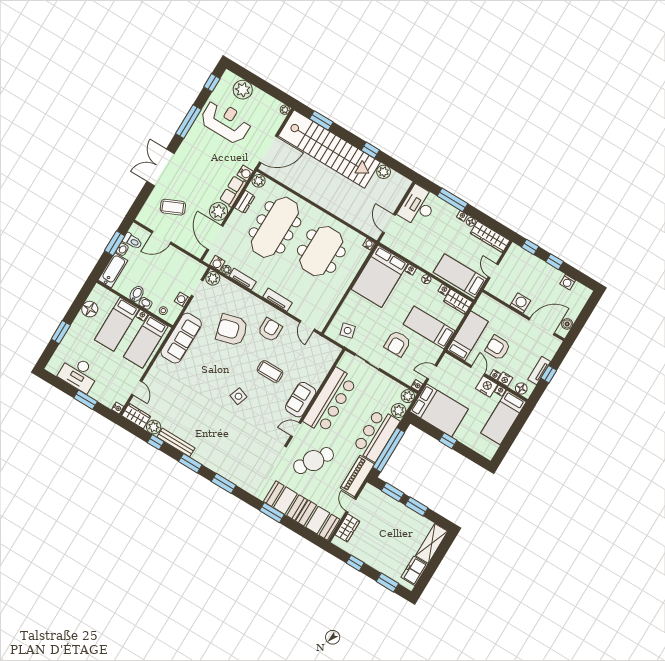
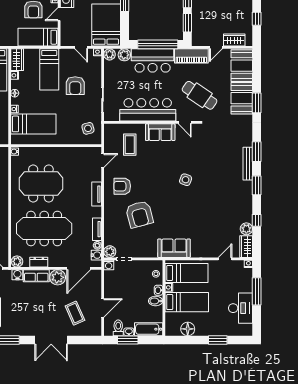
door: (161, 238) -> (103, 308), hinge flipped
bed: (380, 276) -> (33, 124), width x0.67
washing machine: (182, 300) -> (109, 265), moved
sofa: (181, 338) -> (174, 248), width x0.73
armchair: (398, 344) -> (75, 86), turned 90
coffee table: (270, 371) -> (130, 145), moved
window: (86, 400) -> (257, 291), width x1.44
bench: (176, 442) -> (248, 164), moved

